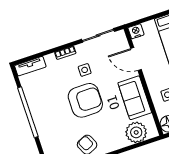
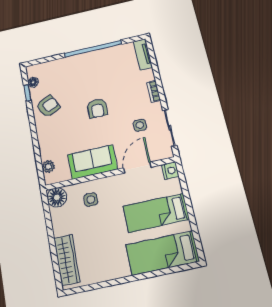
side table: (85, 70) -> (140, 125), moved
armchair: (85, 100) -> (97, 108), width x0.53, depth x0.53
plant: (136, 132) -> (48, 167), width x0.53, depth x0.53

